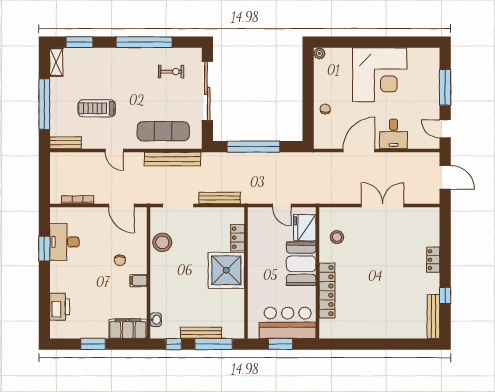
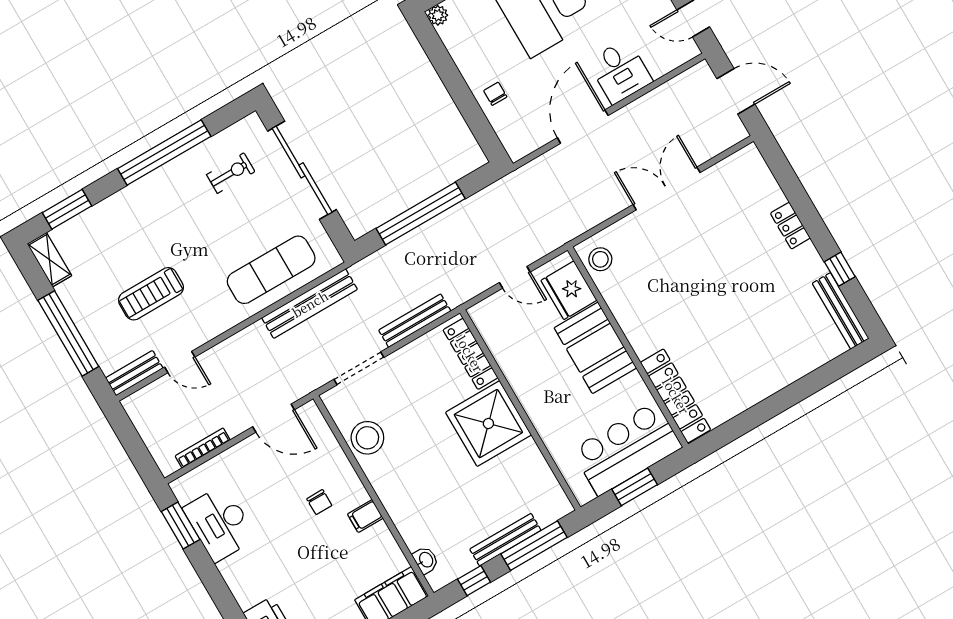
door: (114, 150) -> (180, 362), moved
stool: (337, 237) -> (600, 259), moved
locker: (238, 238) -> (470, 354), width x1.53
window: (44, 249) -> (181, 526), moved
locker: (327, 291) -> (676, 396), moved

